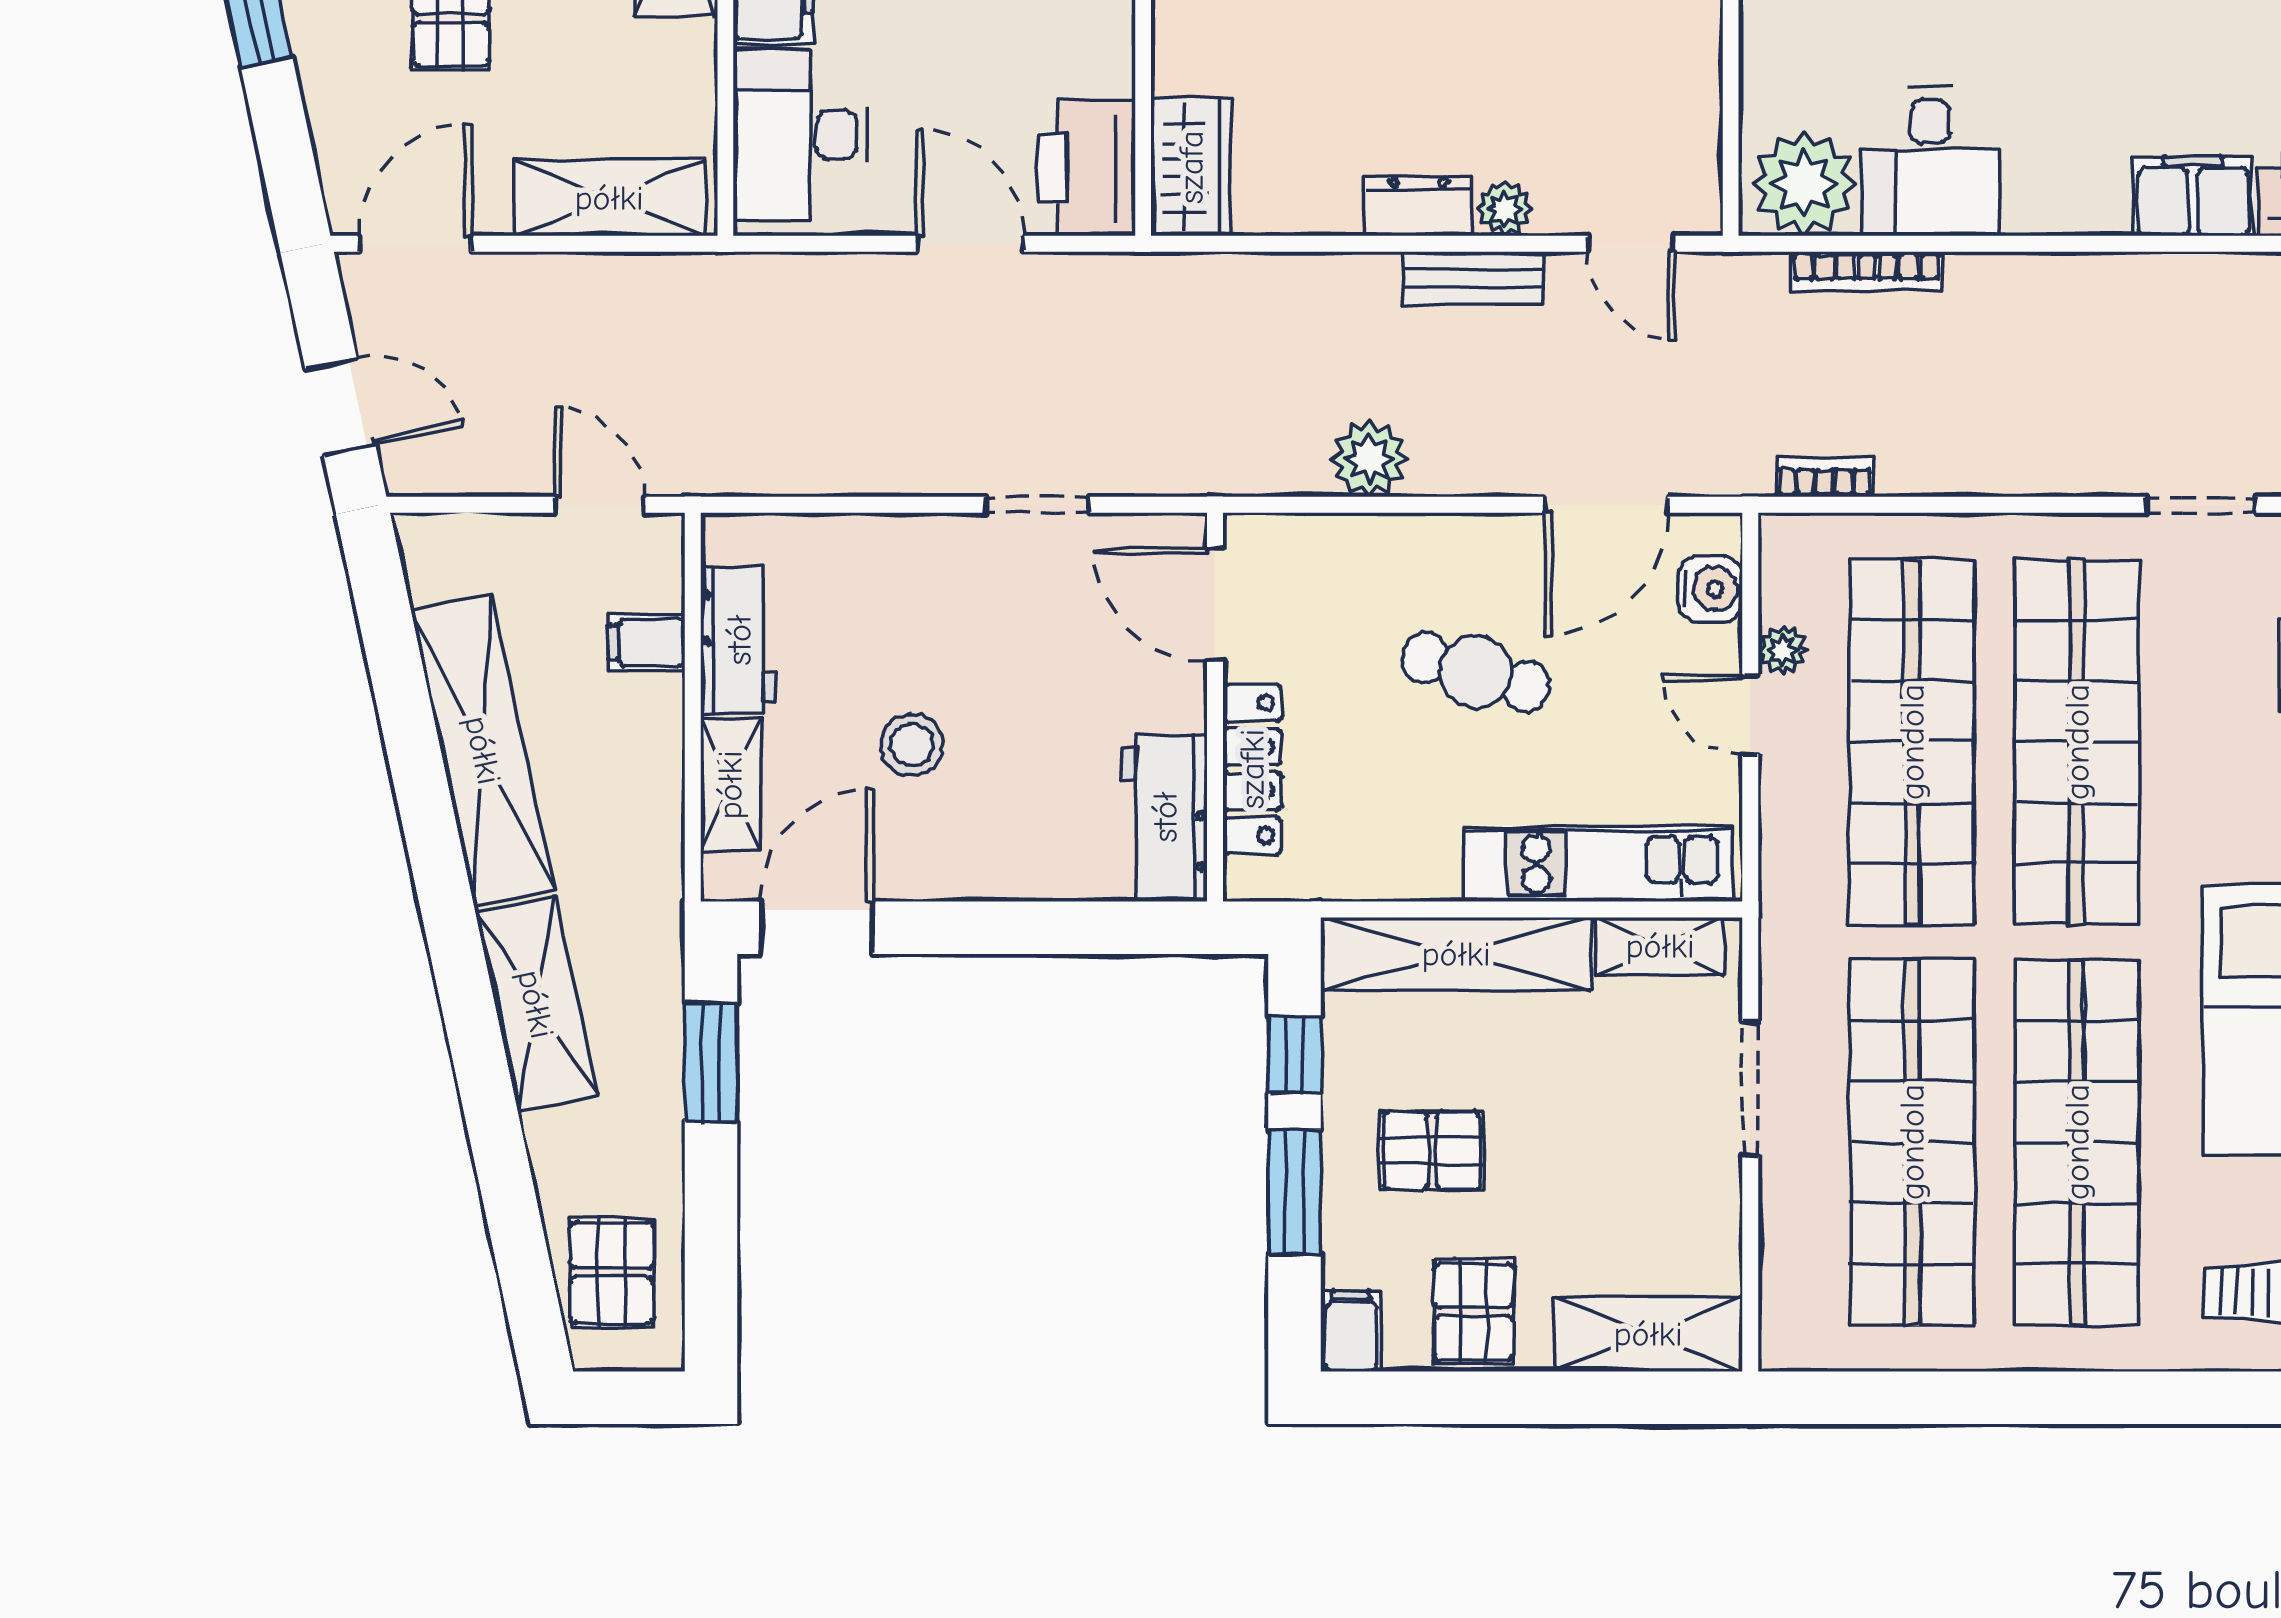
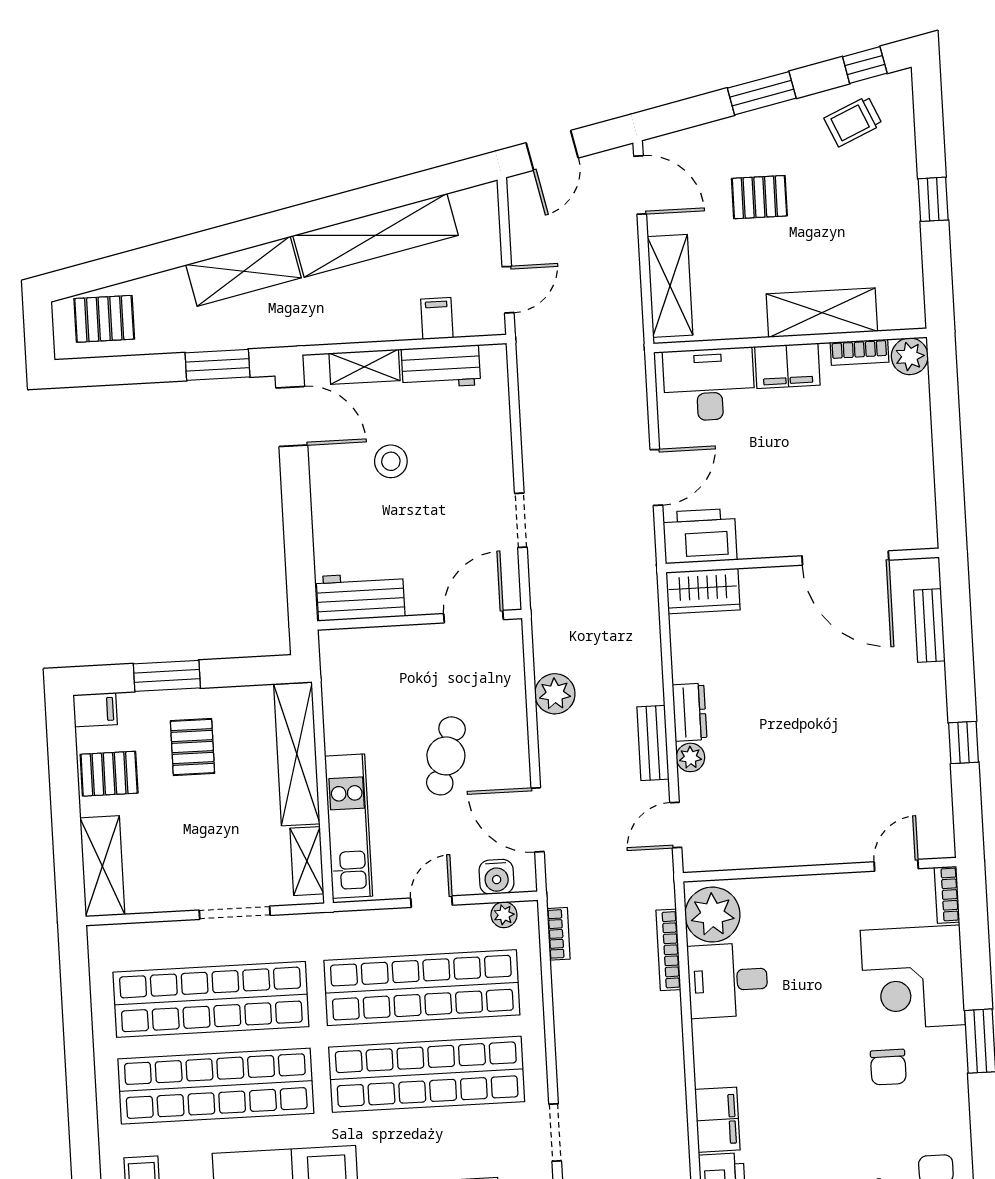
plant: (1783, 650) -> (504, 915), moved
locker: (1252, 769) -> (388, 641), removed
window: (1295, 1055) -> (239, 672), removed

